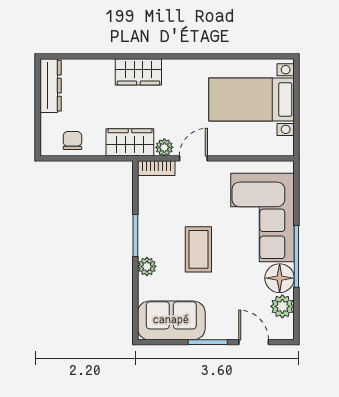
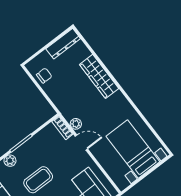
wardrobe: (138, 72) -> (99, 76), width x1.50
wardrobe: (130, 142) -> (65, 105), removed

